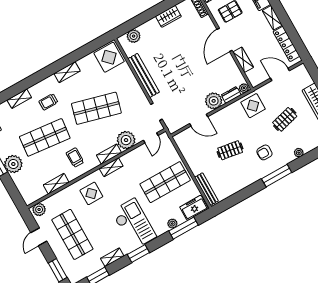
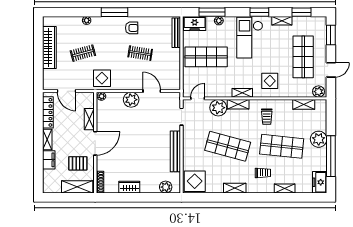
dresser: (231, 95) -> (115, 97), removed
armchair: (264, 152) -> (132, 28), moved
shelving: (56, 184) -> (304, 104), moved

